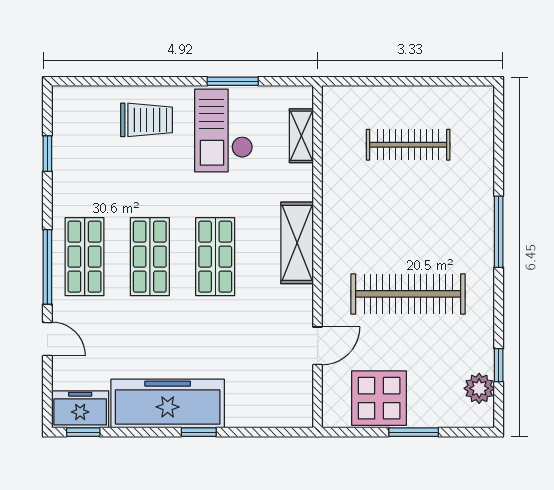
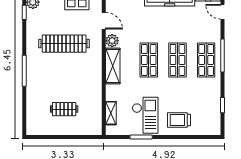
clothes rail: (408, 145) -> (64, 109), width x0.73
plant: (299, 301) -> (112, 41), added
door: (47, 339) -> (222, 12), moved
door: (318, 346) -> (104, 21), swing flipped

